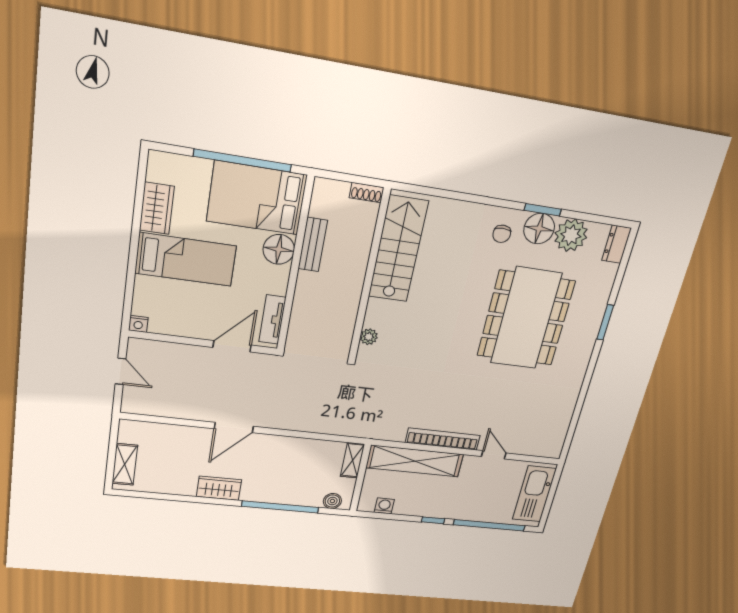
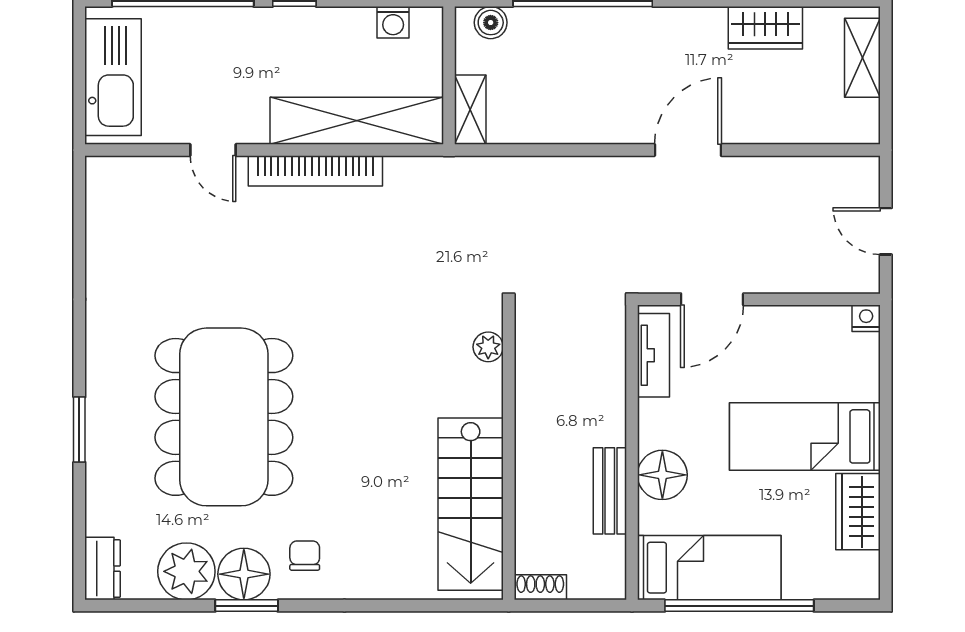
bed: (257, 198) -> (709, 568), width x0.67
wardrobe: (219, 488) -> (765, 28), moved

